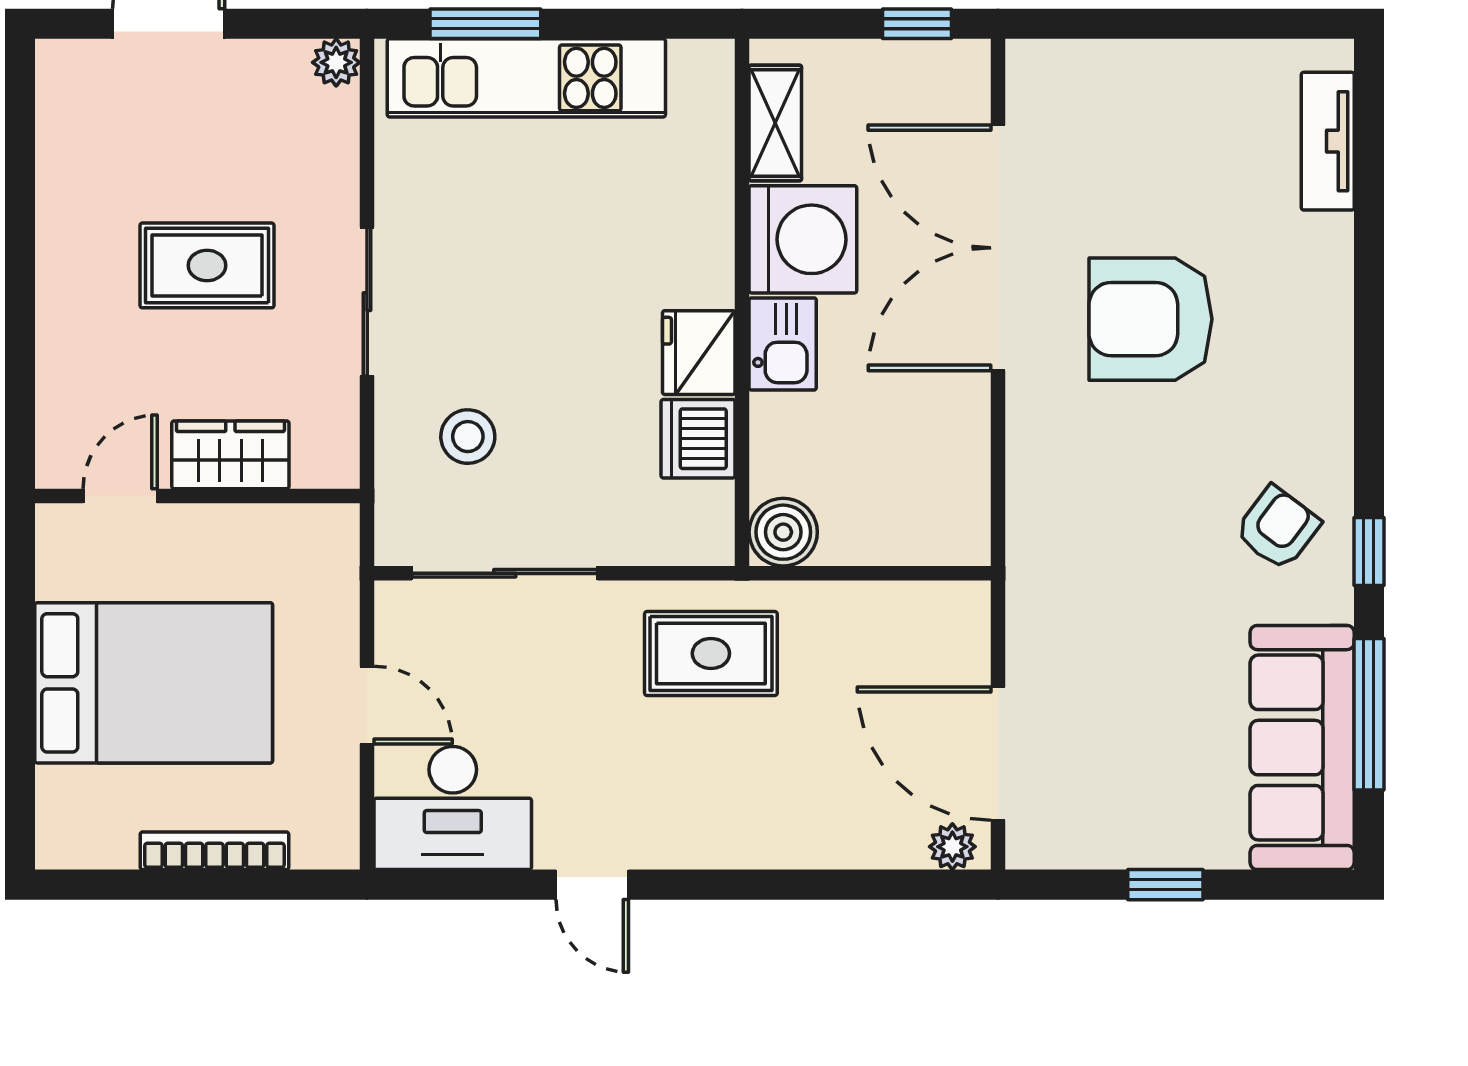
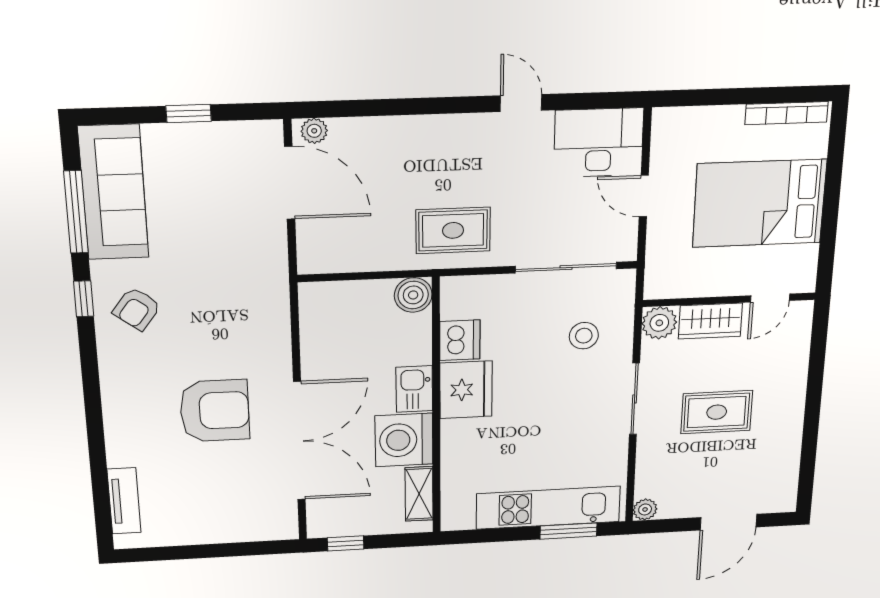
fridge: (699, 353) -> (466, 390), width x1.36, depth x1.34
plant: (327, 456) -> (659, 323), added
bookcase: (214, 851) -> (787, 113), moved

